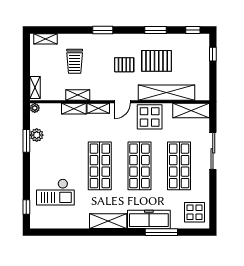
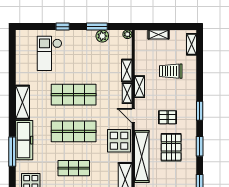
window: (103, 30) -> (200, 111), moved
pallet: (124, 65) -> (168, 117), turned 90
shelving: (35, 87) -> (159, 34), moved
shelving: (78, 95) -> (139, 87), moved
shop shelf: (179, 166) -> (74, 168), width x0.70, depth x0.74
window: (26, 207) -> (63, 27), moved

